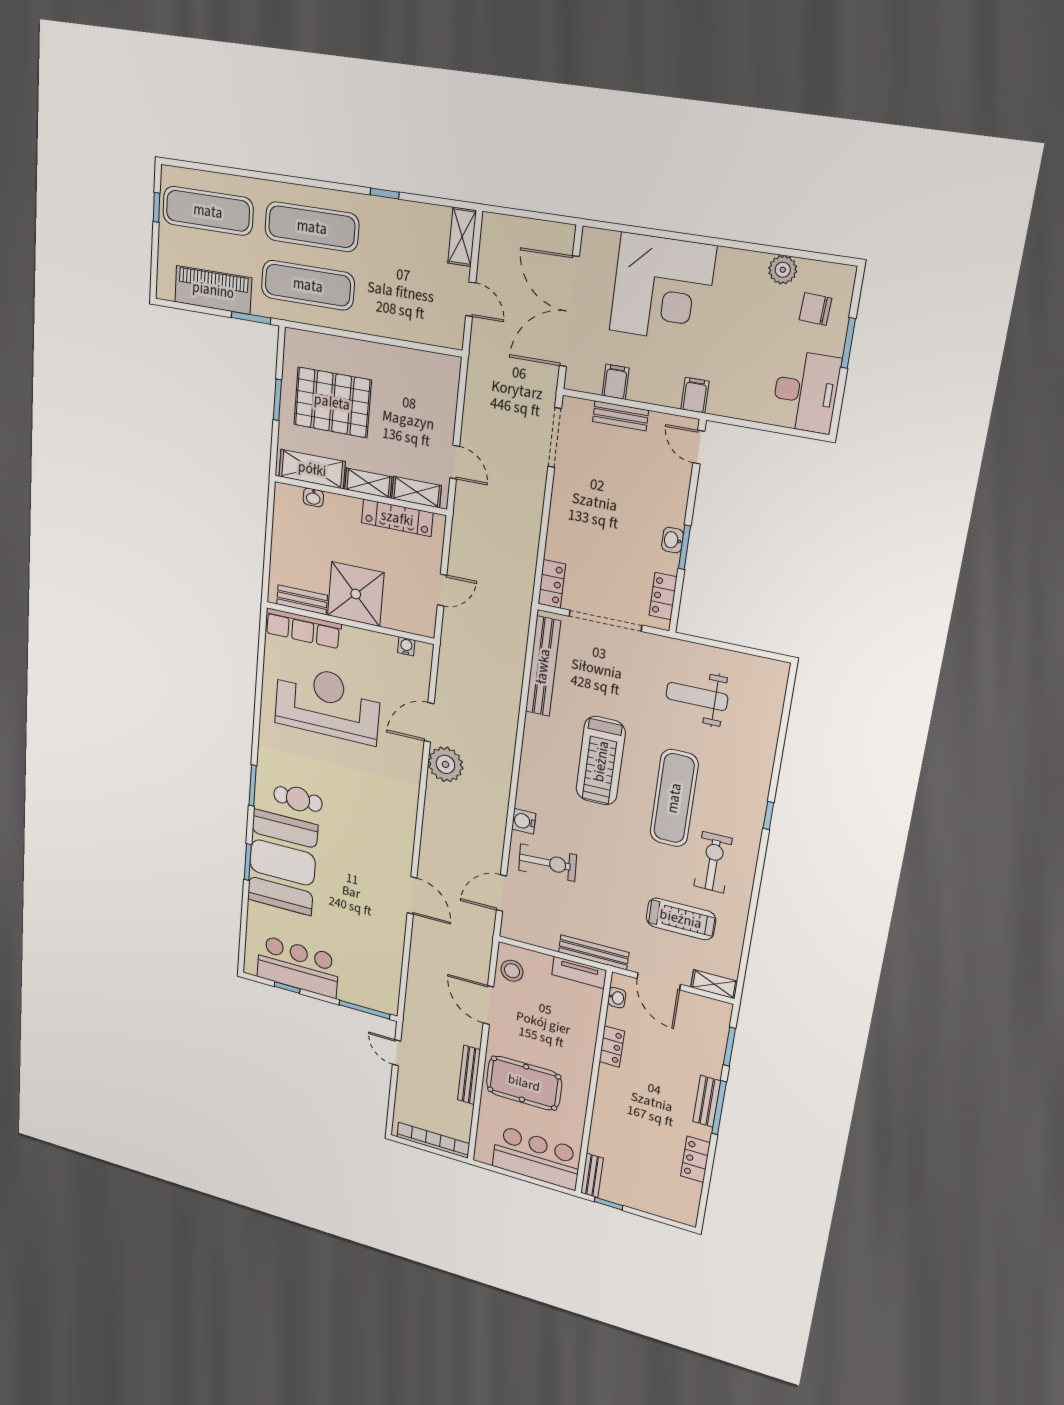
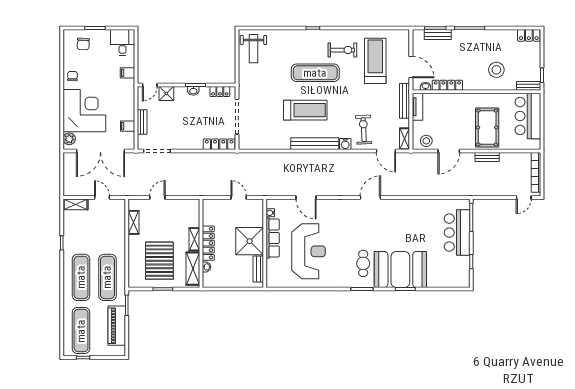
plant: (783, 270) -> (69, 139), moved
chair: (745, 272) -> (72, 76), added
door: (471, 299) -> (102, 197), hinge flipped
desk: (806, 392) -> (123, 42), width x0.73
filing cabinet: (695, 395) -> (128, 73), moved
door: (455, 462) -> (157, 197), moved
shower: (675, 481) -> (166, 93), added
shelving: (417, 492) -> (134, 222), moved
locker: (397, 518) -> (208, 243), moved
locker: (552, 584) -> (219, 144), width x1.53
row of seats: (303, 628) -> (273, 238), moved
bench: (543, 666) -> (315, 144), moved
weight bench: (697, 696) -> (253, 49), moved
reception desk: (327, 704) -> (309, 251), turned 180
plant: (445, 764) -> (326, 187), removed
exercise bike: (713, 862) -> (342, 50), turned 180
door: (412, 895) -> (370, 197), moved
treadmill: (681, 919) -> (375, 61), width x1.37, depth x1.38
bar counter: (298, 966) -> (457, 233), moved
door: (659, 981) -> (411, 67), hinge flipped
shelving: (714, 984) -> (405, 139), moved
locker: (612, 1047) -> (447, 85), width x1.53
door: (397, 1053) -> (524, 197), moved
bench: (469, 1075) -> (487, 157), width x0.73
bench: (707, 1101) -> (438, 35), moved
stool: (630, 1130) -> (496, 70), added
locker: (695, 1159) -> (529, 35), moved

